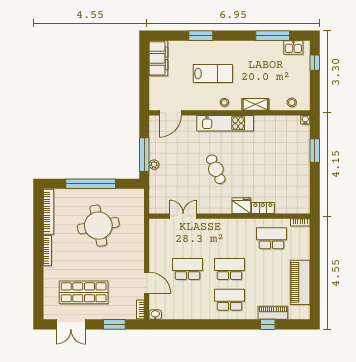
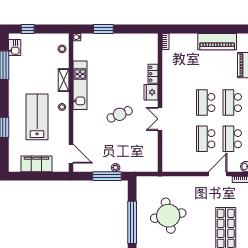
filing cabinet: (158, 58) -> (36, 164), moved
lab bench: (213, 74) -> (37, 117), width x1.36, depth x1.39
kitchen unit: (225, 123) -> (80, 85), moved
double door: (183, 216) -> (160, 119), moved
school desk: (272, 238) -> (232, 139), moved

